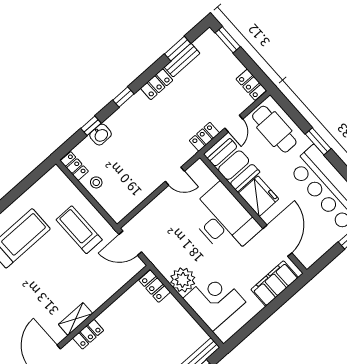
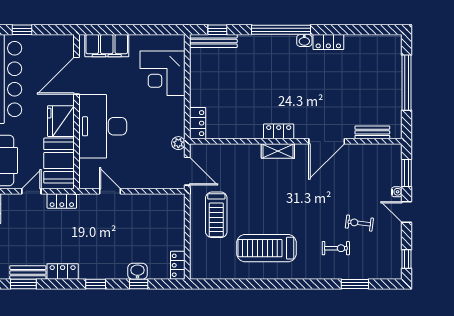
stool: (96, 182) -> (172, 239), removed
plant: (183, 280) -> (178, 143), moved, width x0.53, depth x0.53

